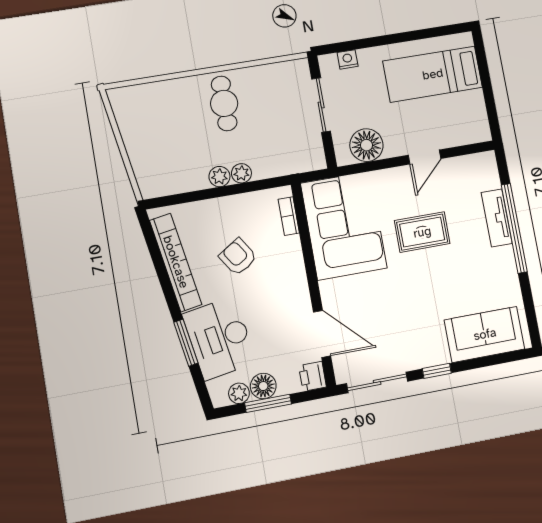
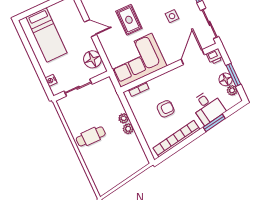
armchair: (238, 257) -> (166, 109), turned -147
side table: (409, 314) -> (172, 16), added
desk: (220, 338) -> (208, 107), width x0.73

